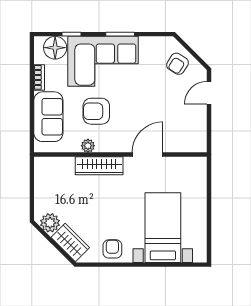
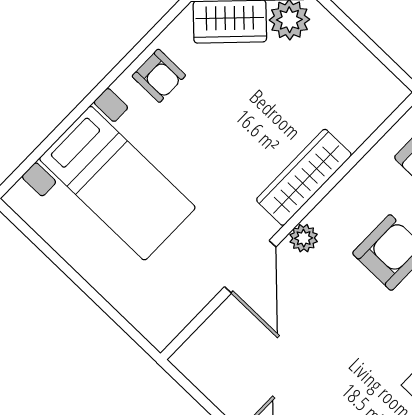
plant: (88, 146) -> (304, 238), moved

